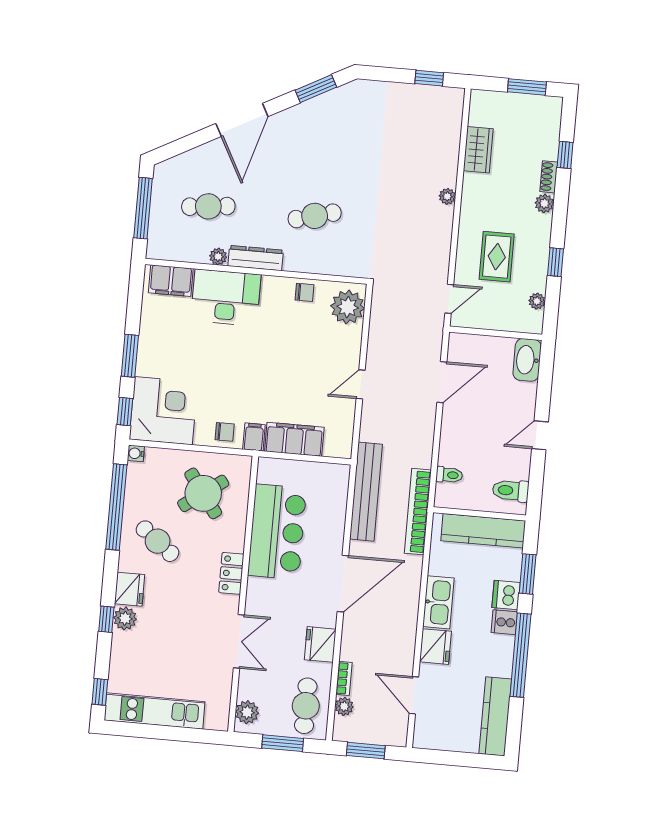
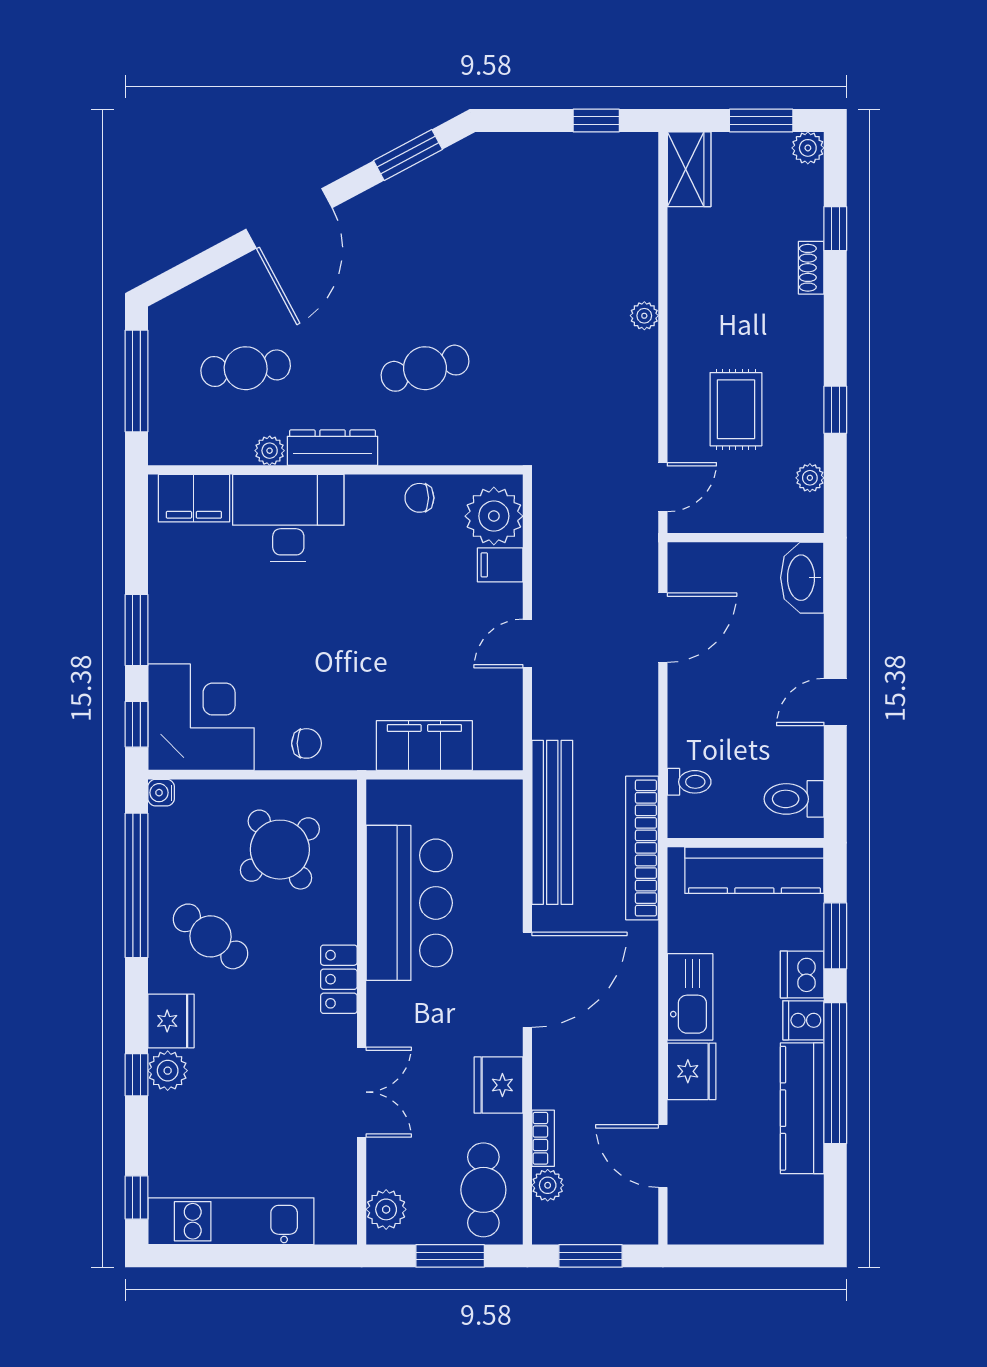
wardrobe: (478, 150) -> (689, 169), moved
plant: (544, 203) -> (808, 148), moved
chair: (305, 292) -> (419, 498), turned 180
filing cabinet: (254, 437) -> (500, 565), moved, turned -90
kitchen counter: (495, 716) -> (802, 1108), moved

